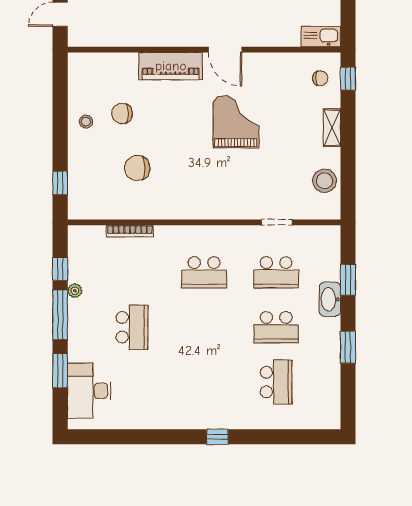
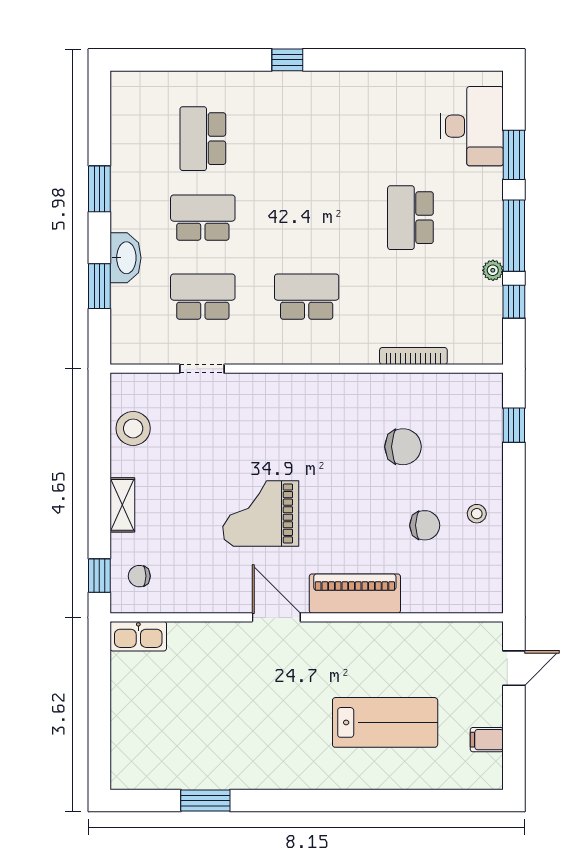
grand piano: (236, 122) -> (261, 513), turned 90

